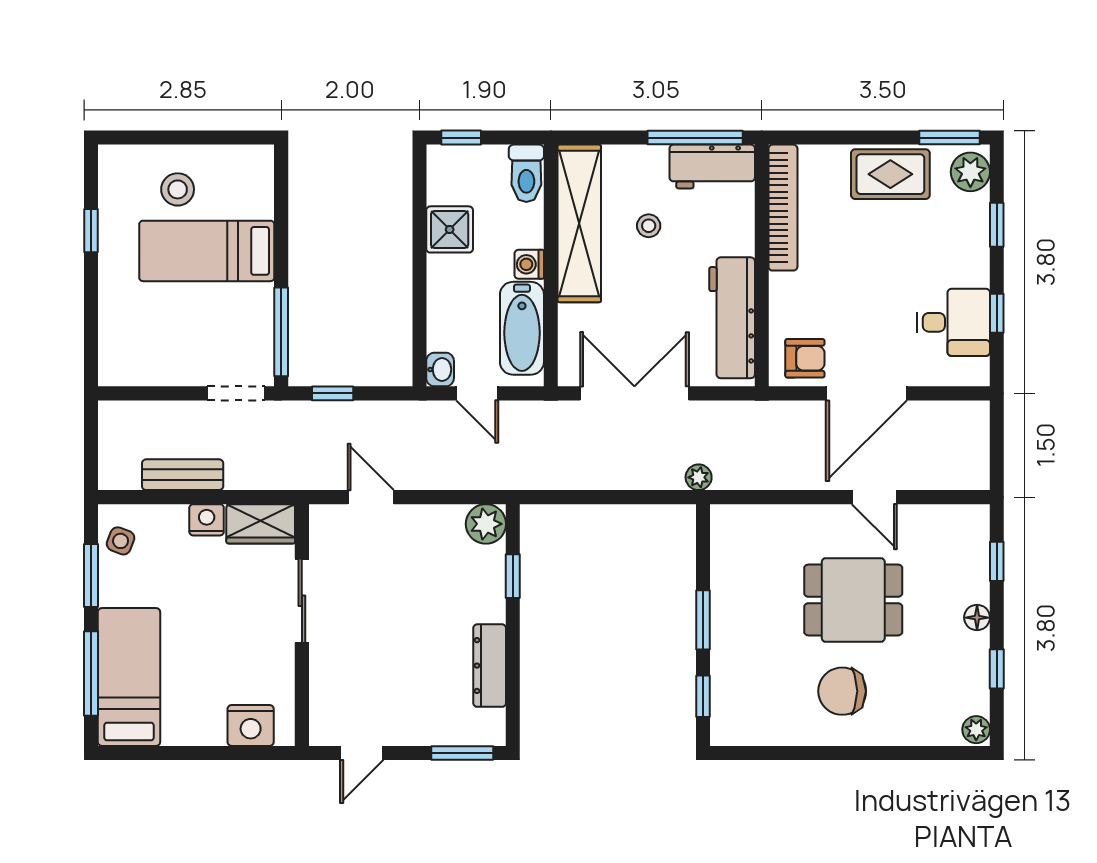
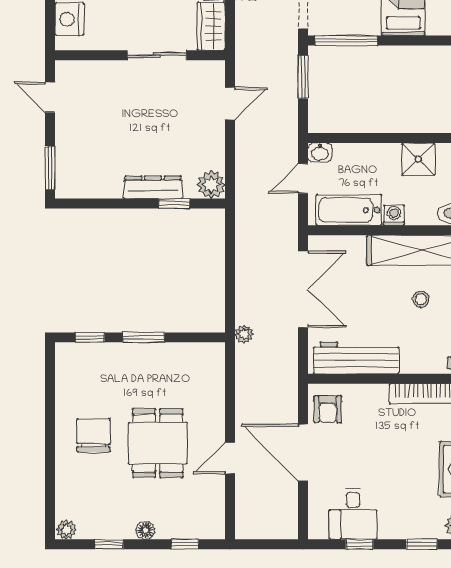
window: (333, 393) -> (303, 77), width x1.50
dresser: (490, 666) -> (153, 187), moved

